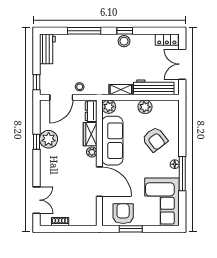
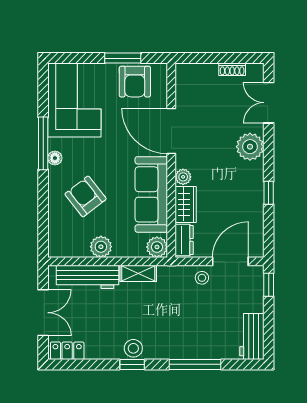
plant: (49, 139) -> (250, 147), moved

